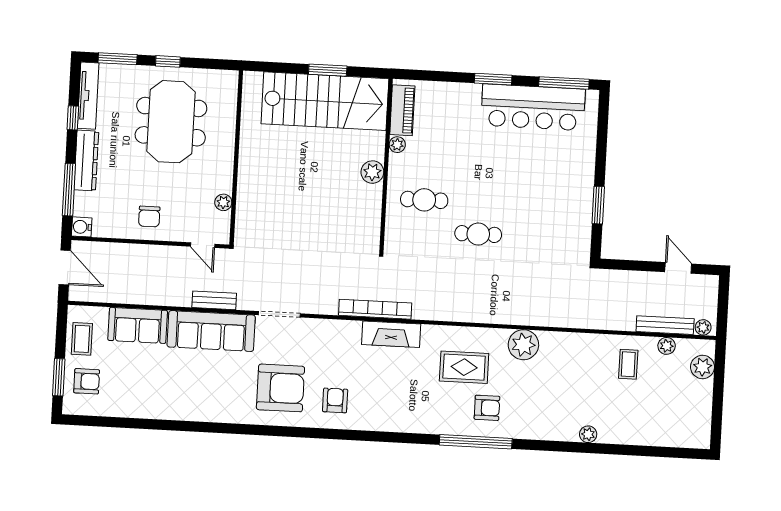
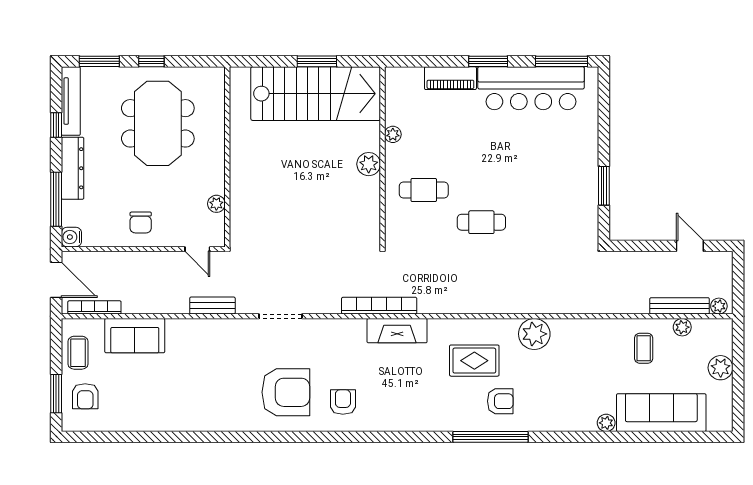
piano: (402, 110) -> (450, 78), moved, turned 90
bookcase: (100, 296) -> (94, 307), added
sofa: (211, 331) -> (661, 413), moved, turned 180
plant: (703, 367) -> (721, 368), moved
armchair: (87, 381) -> (85, 396), turned 90

